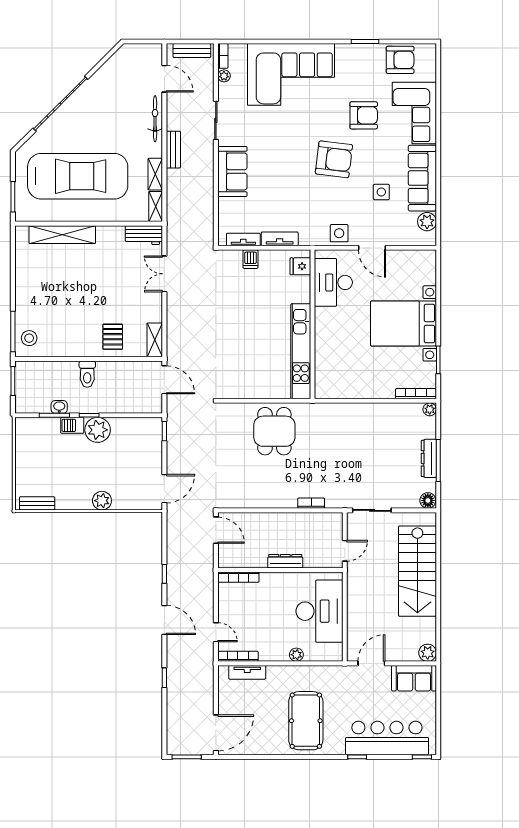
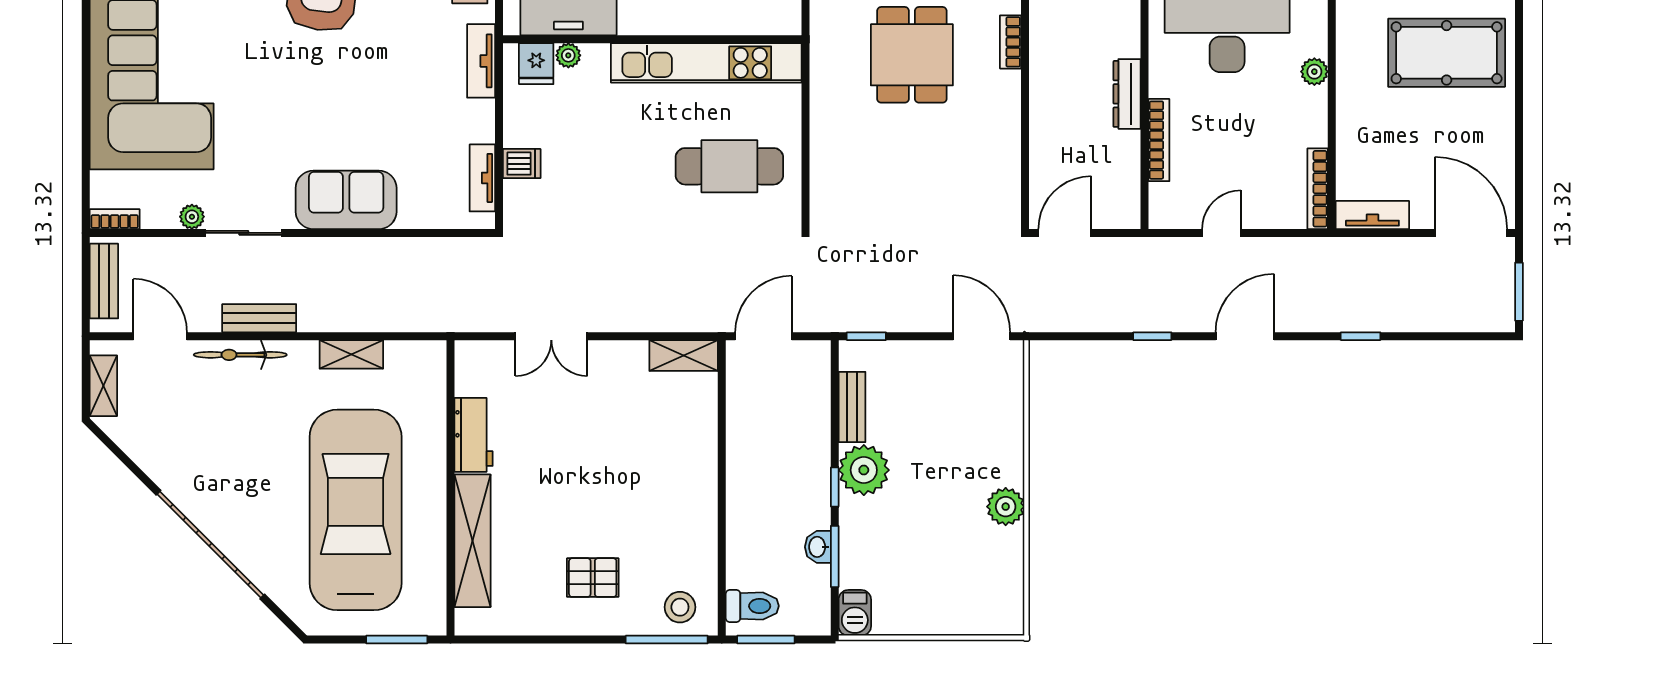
plant: (224, 76) -> (192, 217), moved
door: (164, 79) -> (160, 336), hinge flipped
bench: (173, 150) -> (259, 318), moved
shelving: (156, 206) -> (103, 386), moved, turned 90
workbench: (144, 235) -> (474, 435), moved
tv unit: (280, 239) -> (481, 61), moved
plant: (305, 282) -> (568, 55), added
pallet: (113, 337) -> (593, 578), moved
cafe table: (249, 363) -> (729, 166), added
toilet: (87, 374) -> (752, 606), moved
barbecue: (72, 425) -> (855, 613), moved
dining table: (274, 431) -> (912, 55), moved, turned 90
plant: (102, 501) -> (1006, 507), moved
bench: (37, 503) -> (852, 407), moved
bookcase: (238, 577) -> (1159, 140), moved
door: (216, 632) -> (1221, 233), moved
tv unit: (247, 672) -> (1372, 215), moved, turned -90

